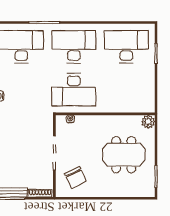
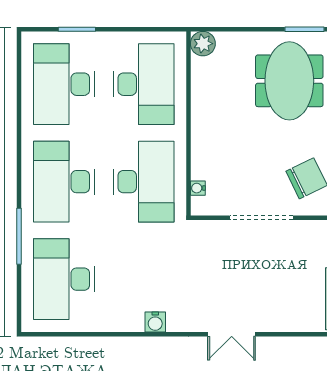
desk: (126, 90) -> (144, 84), added
meeting table: (124, 155) -> (289, 81), moved

